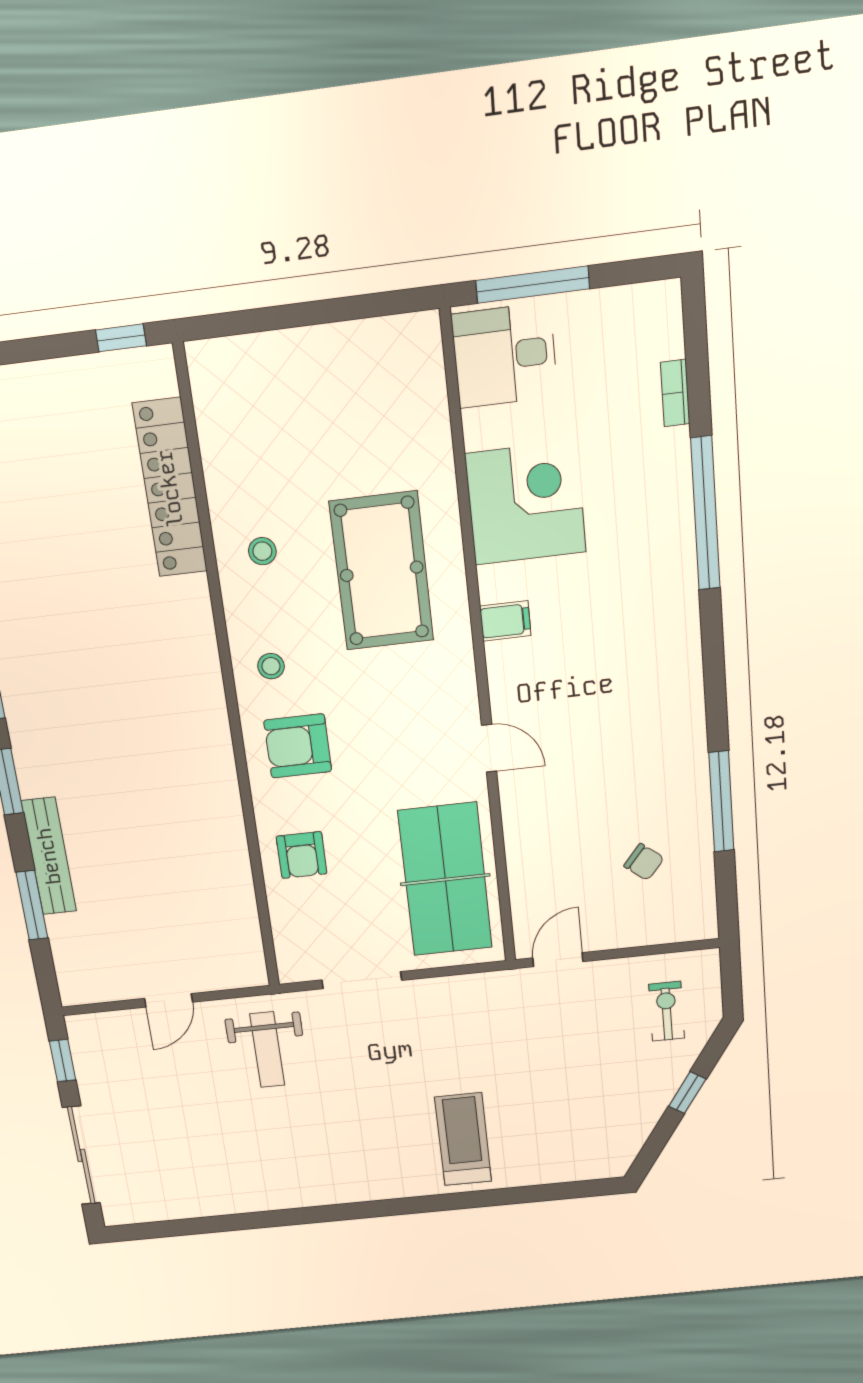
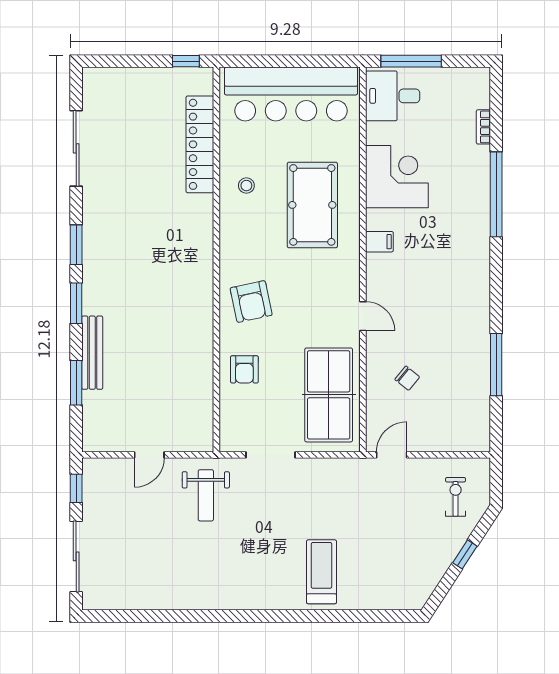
bar counter: (319, 375) -> (291, 94), added
stool: (271, 666) -> (242, 252), removed
armchair: (298, 746) -> (251, 302), turned -102
chair: (644, 862) -> (407, 378), moved

